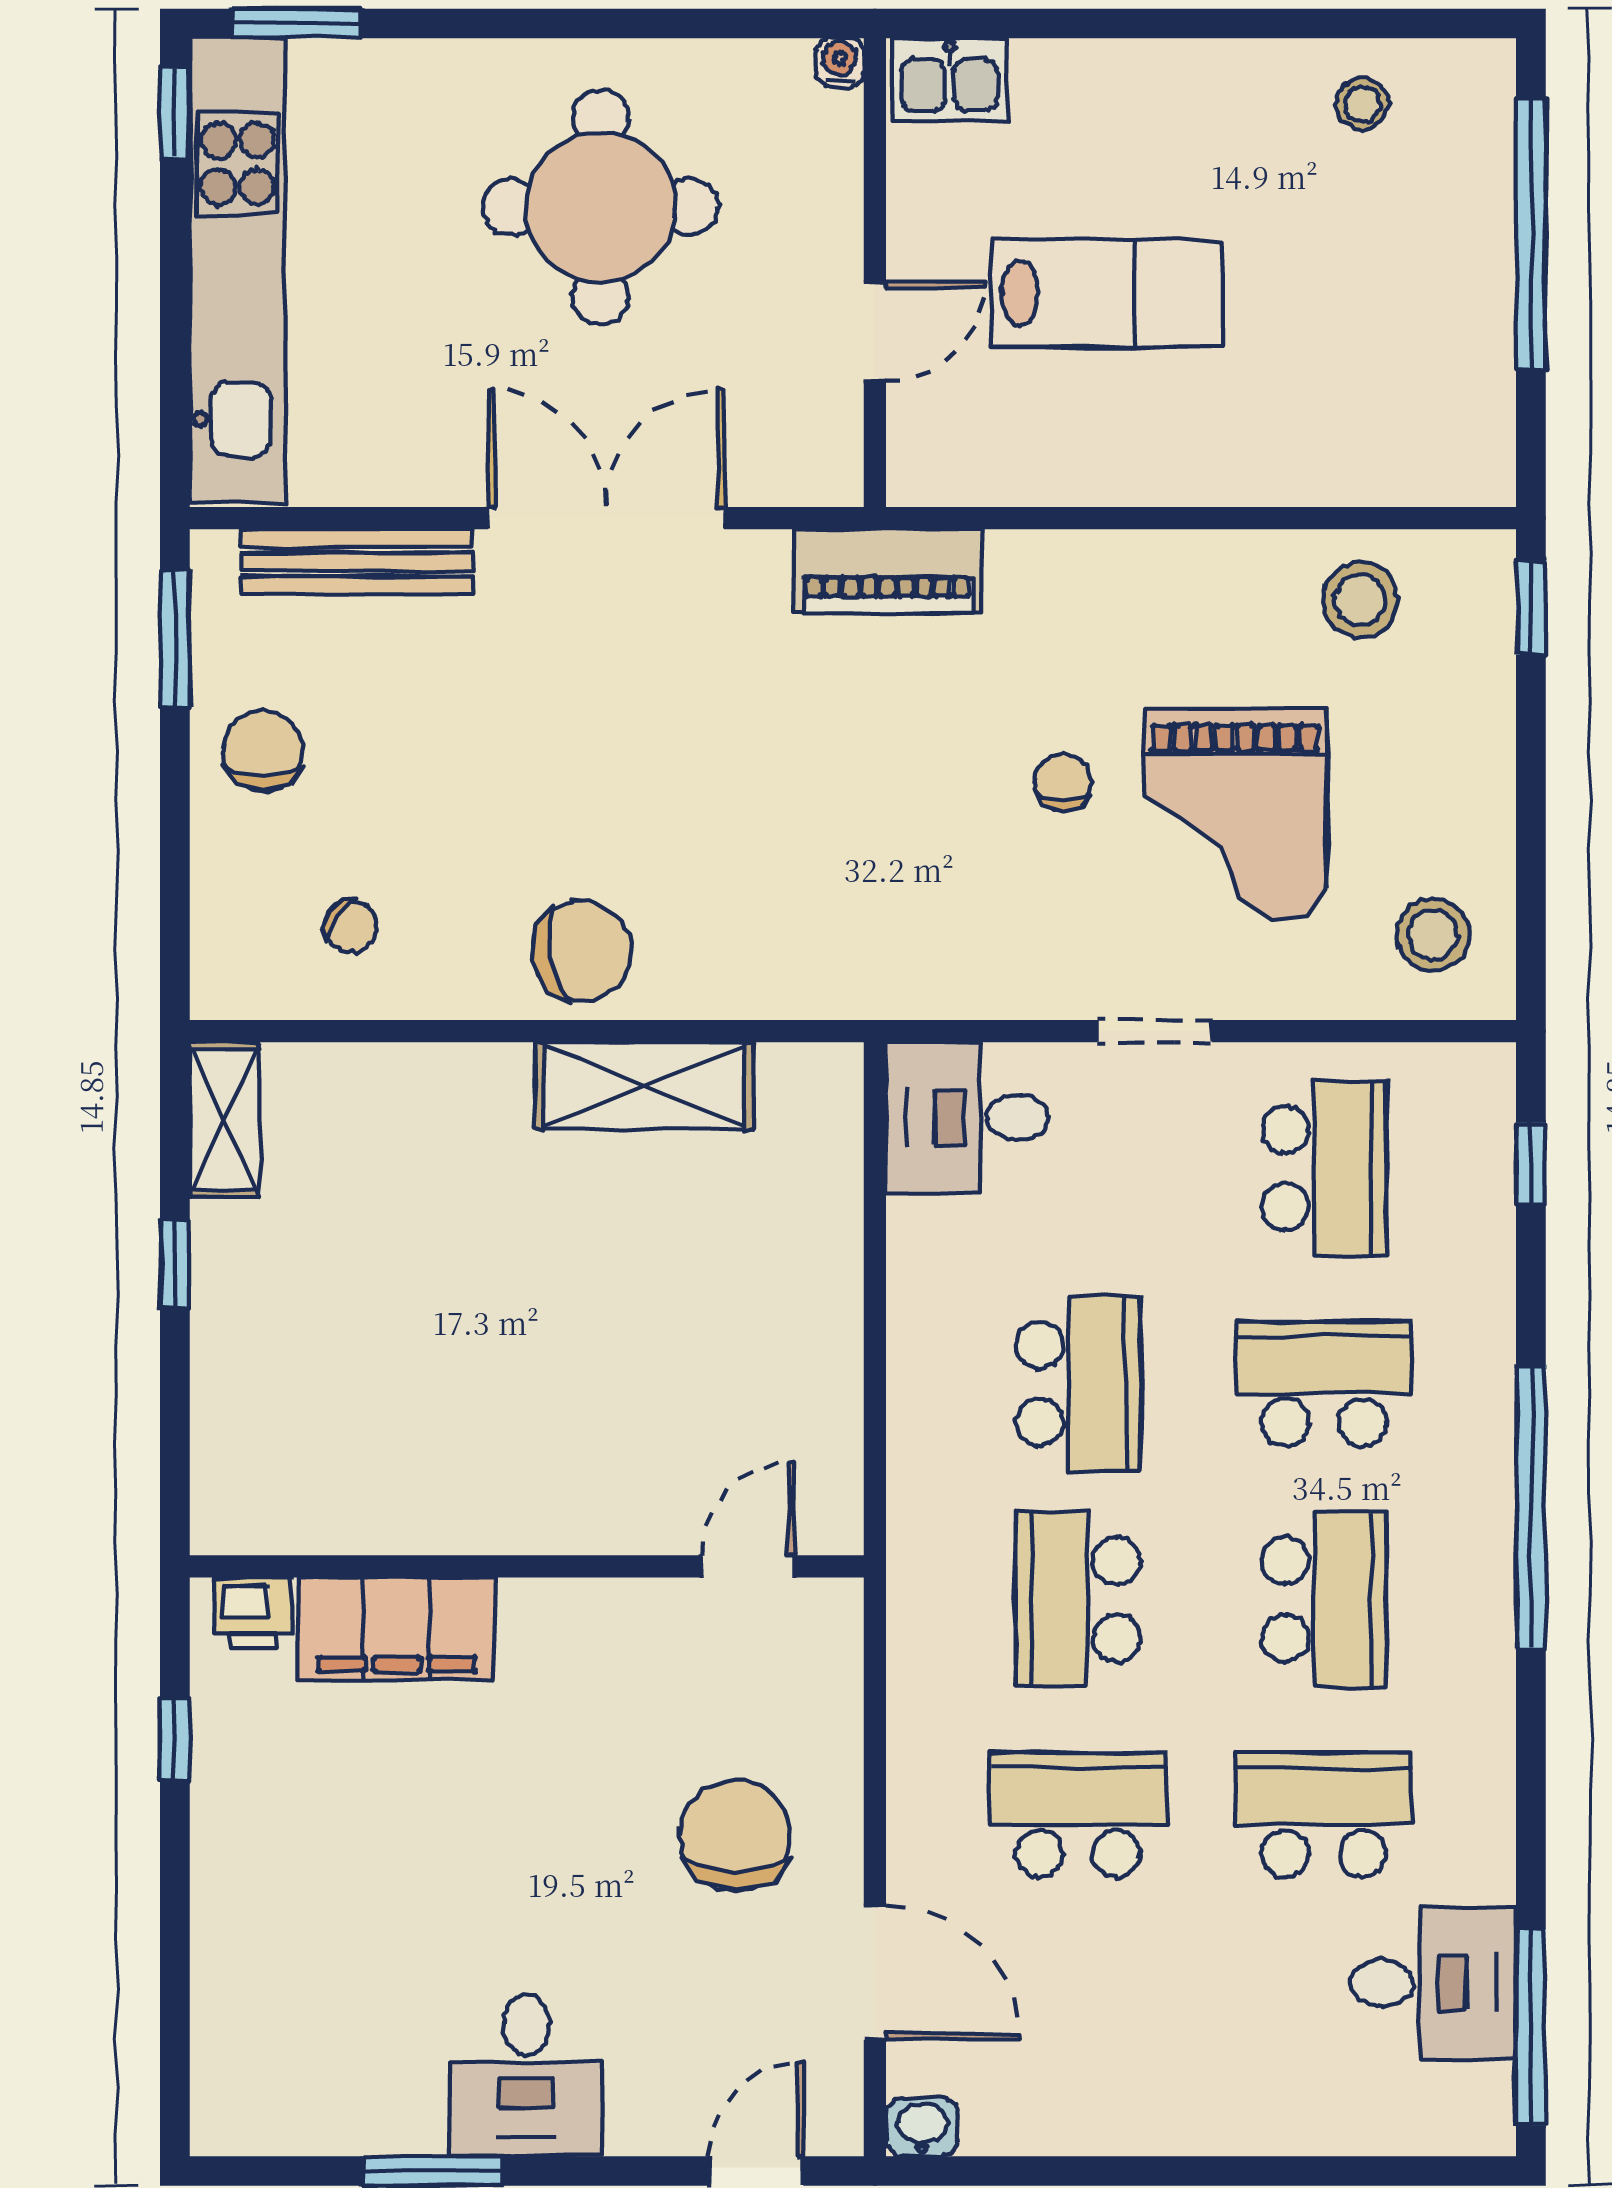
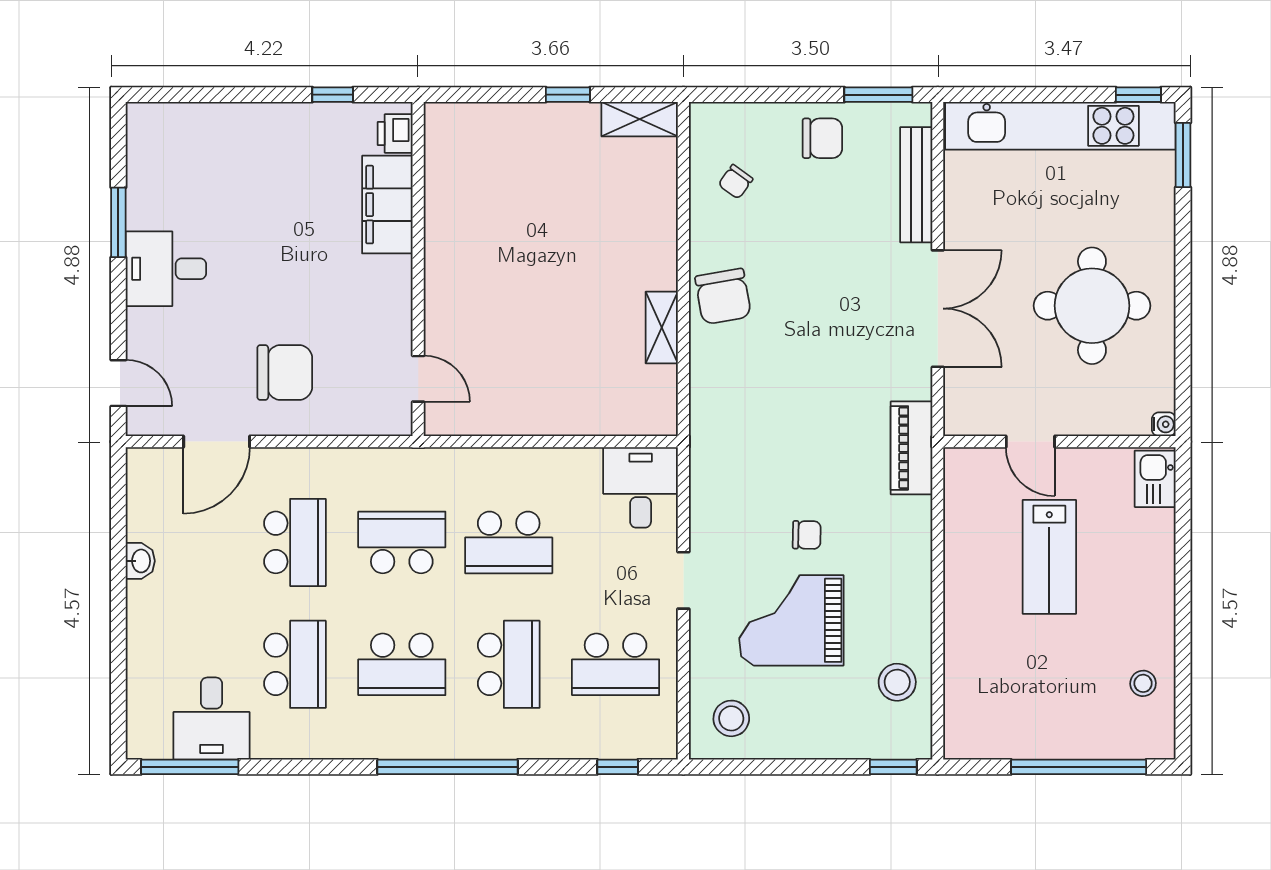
shelving: (644, 1086) -> (662, 327), width x0.67, depth x0.75
washbasin: (922, 2127) -> (140, 561), moved

